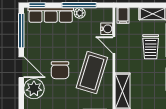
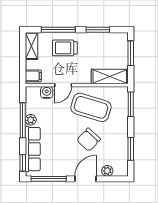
trolley: (151, 47) -> (65, 48), turned 180
chair: (60, 70) -> (89, 140), turned 133
plant: (34, 89) -> (107, 171), width x0.53, depth x0.53

